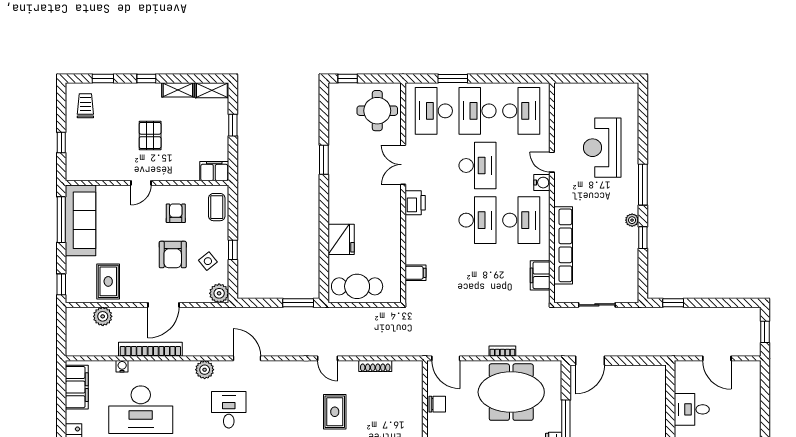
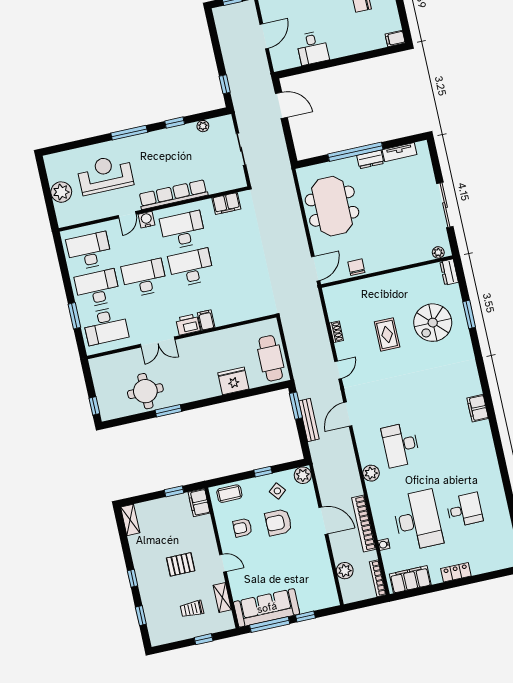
shelving: (178, 90) -> (222, 597), moved
plant: (594, 94) -> (61, 192), added
trolley: (85, 106) -> (192, 609), moved
round table: (377, 111) -> (145, 391), moved
desk: (478, 111) -> (97, 288), turned 180
window: (233, 125) -> (174, 491), moved
reception desk: (602, 148) -> (105, 175), turned 180
plant: (632, 220) -> (203, 126), moved
row of seats: (563, 245) -> (173, 195), moved
armchair: (173, 255) -> (278, 522), turned 180
filing cabinet: (416, 273) -> (206, 320), moved
rug: (108, 281) -> (314, 573), removed
window: (61, 284) -> (305, 617), moved
bench: (279, 314) -> (309, 420), added
bookcase: (502, 351) -> (378, 578), moved, width x1.56
door: (247, 358) -> (348, 414), moved
door: (590, 361) -> (281, 105), moved
shoe rack: (375, 366) -> (336, 332), width x0.70
desk: (229, 410) -> (401, 445), width x1.37
rug: (335, 412) -> (387, 334), moved, turned 90

